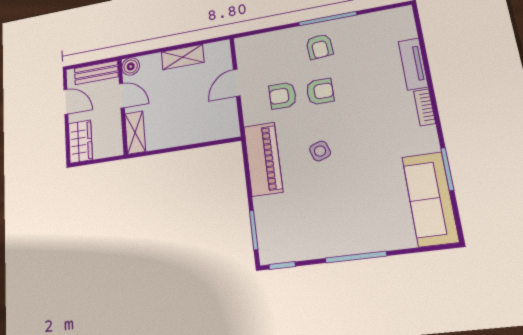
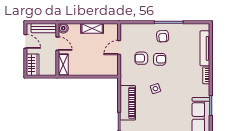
tv unit: (413, 64) -> (205, 48), width x1.41
piano: (263, 159) -> (128, 103), moved

